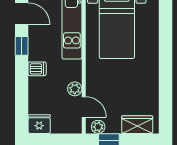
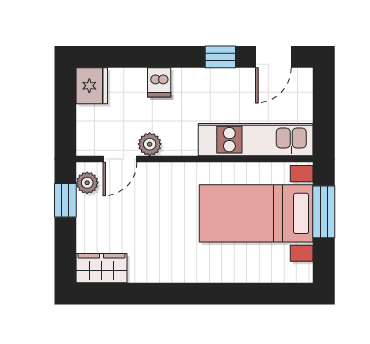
dishwasher: (37, 69) -> (159, 82), moved
wardrobe: (137, 125) -> (102, 268), moved, turned -90

